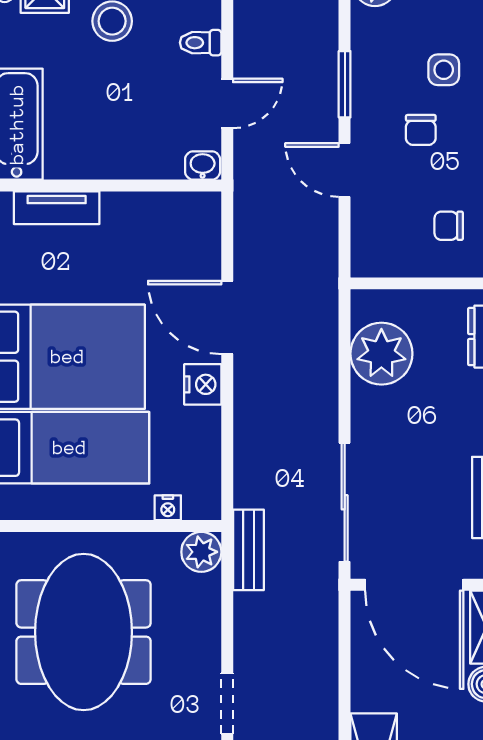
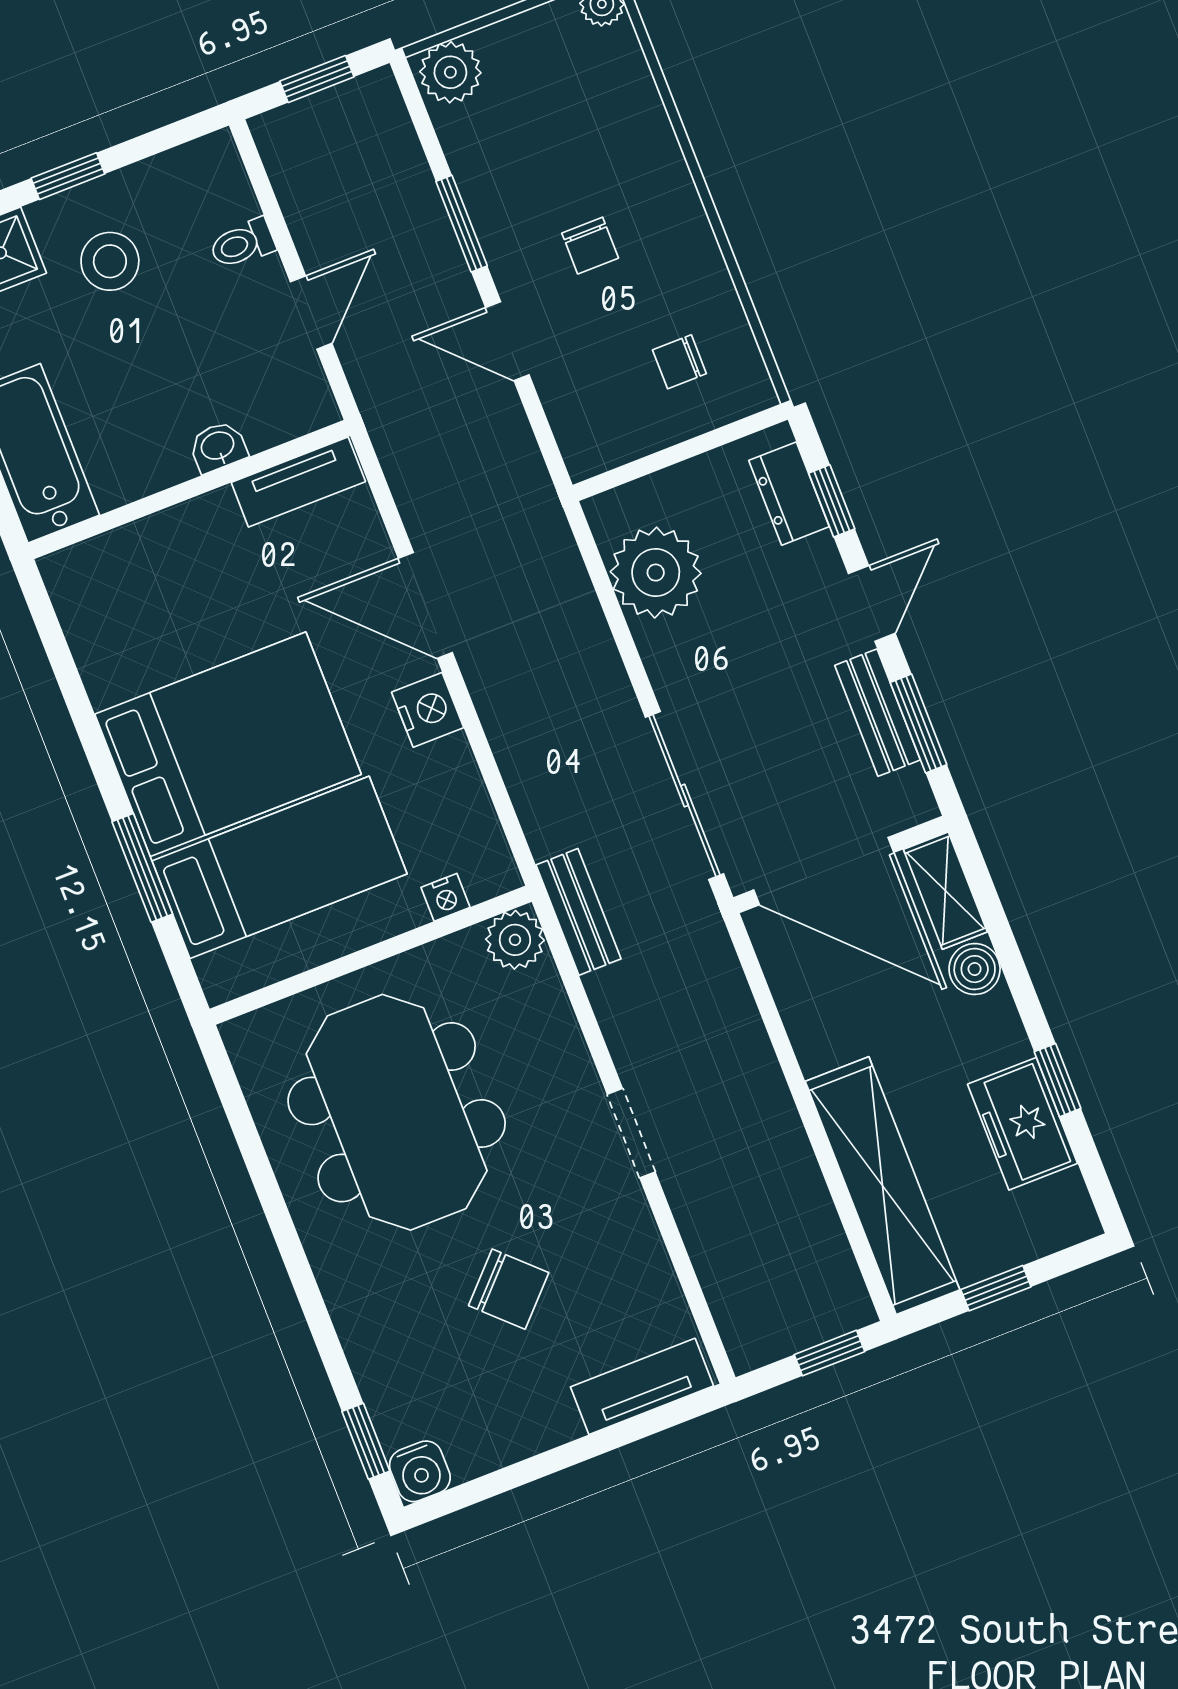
side table: (444, 70) -> (589, 151), removed
washbasin: (203, 165) -> (218, 447), moved
tv unit: (57, 208) -> (298, 482), moved

